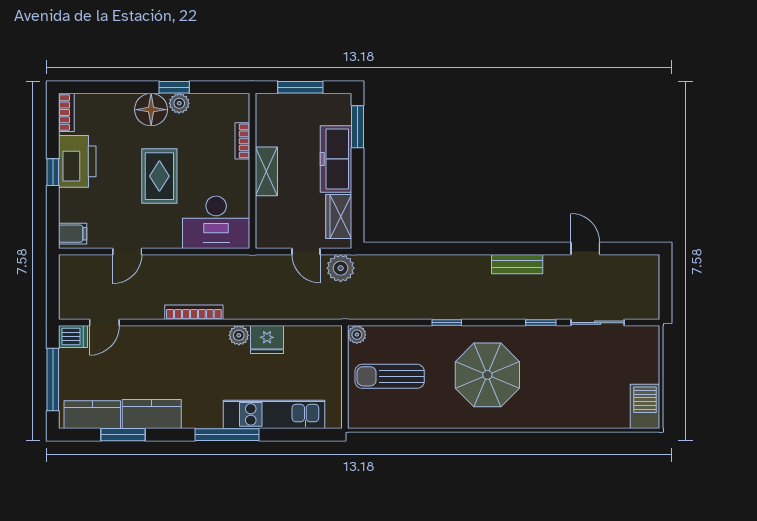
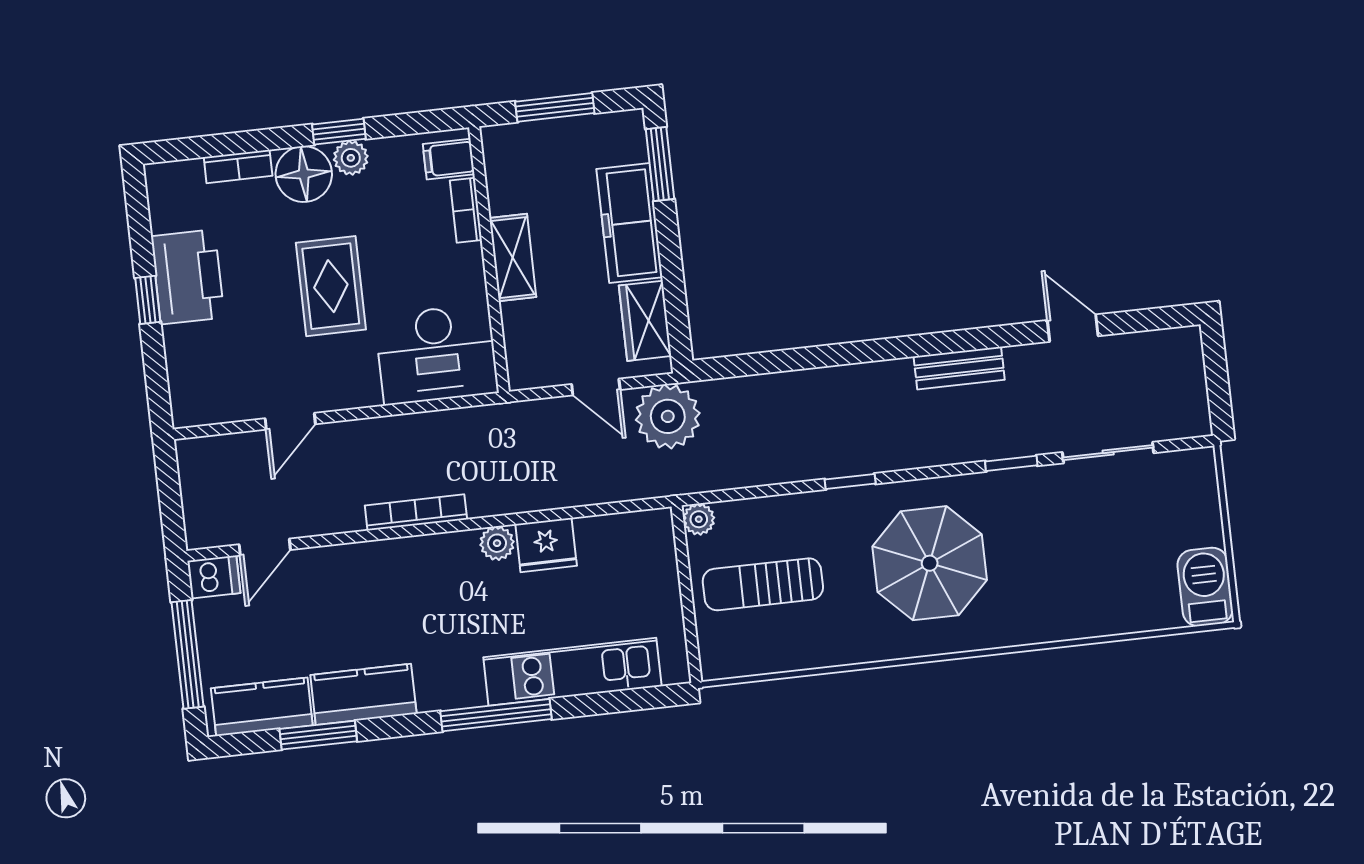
bookcase: (66, 112) -> (238, 166), moved, turned 90
filing cabinet: (73, 234) -> (449, 159), moved, turned 180
plant: (341, 268) -> (668, 416), width x1.36, depth x1.36

